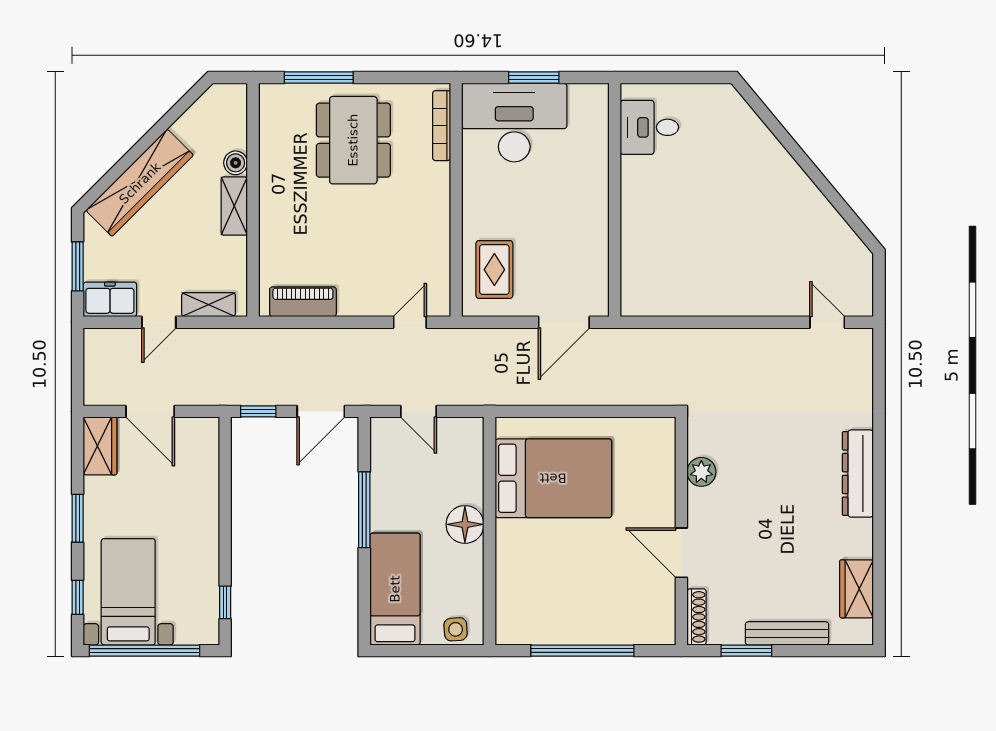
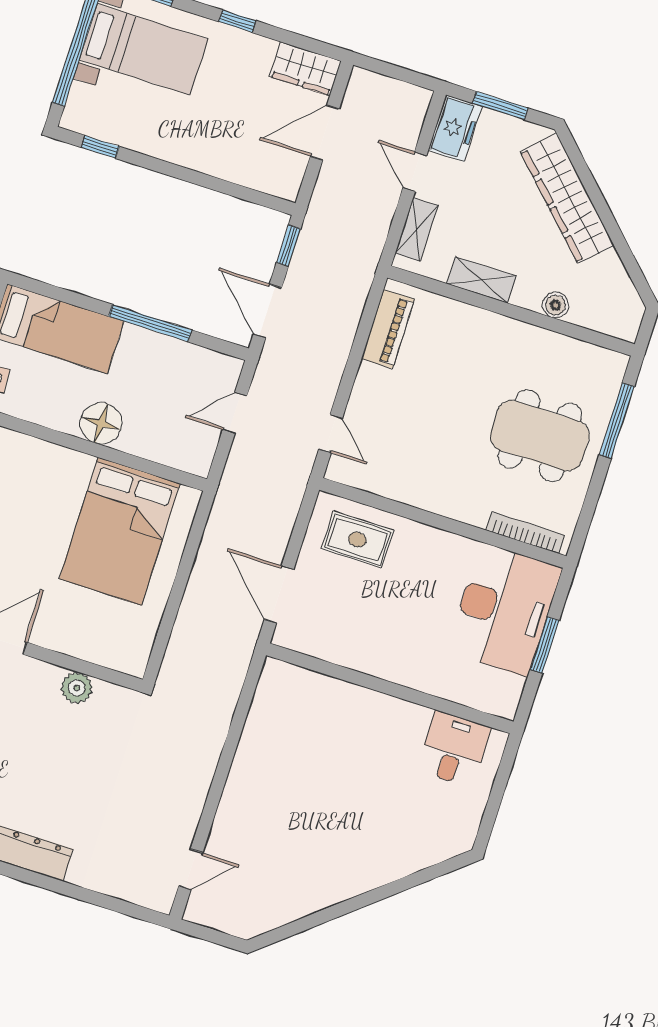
shelving: (234, 206) -> (482, 280), moved
window: (78, 518) -> (237, 21), width x0.67

